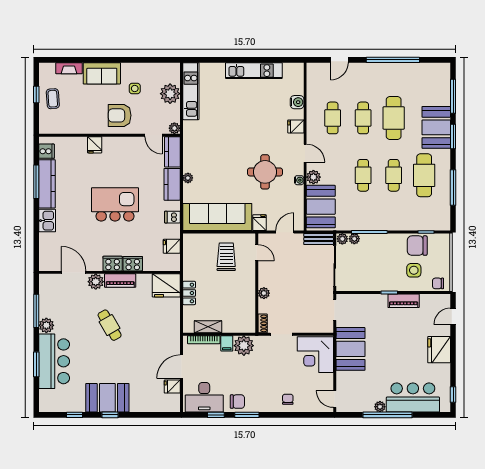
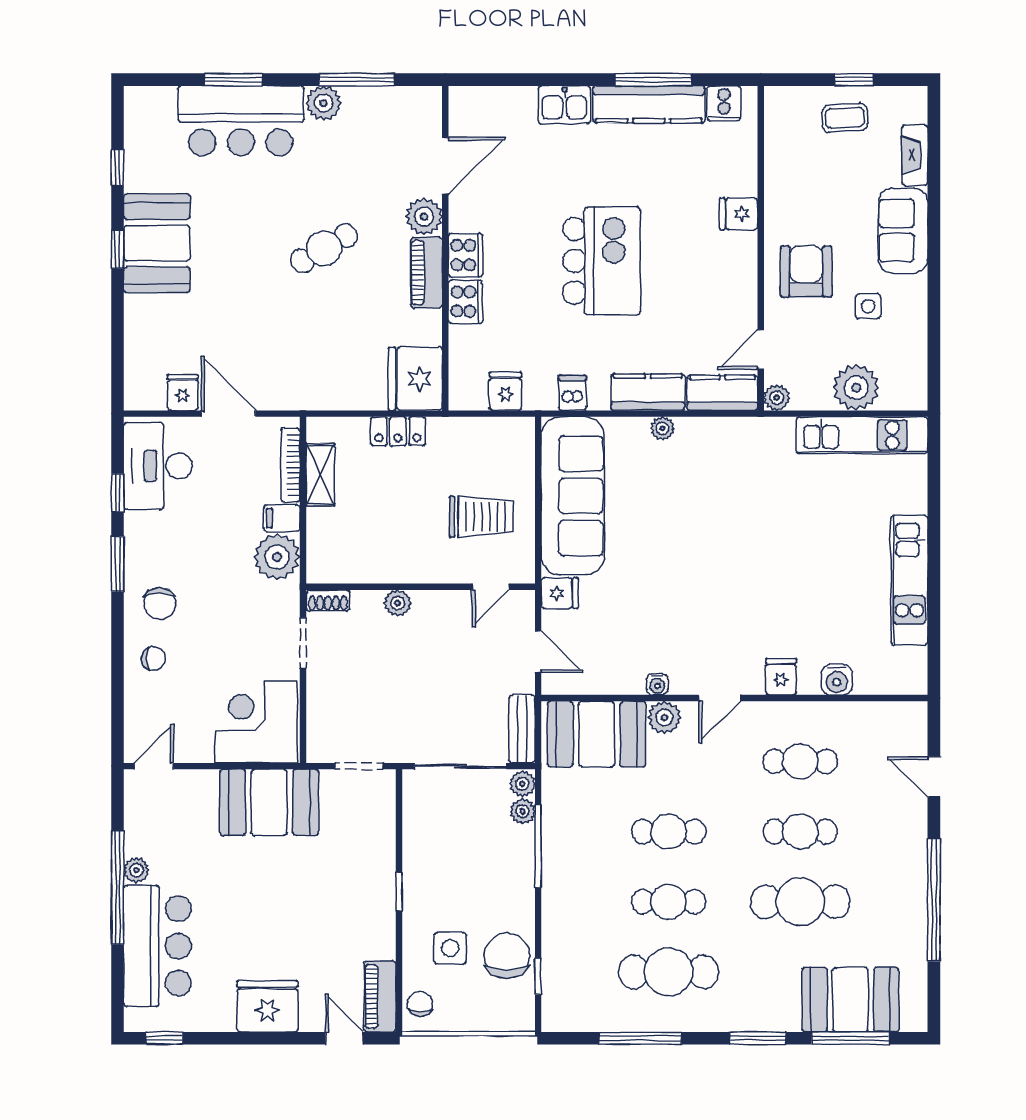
booth: (436, 127) -> (850, 1000), moved
round table: (265, 172) -> (676, 606), removed
piano: (404, 301) -> (380, 996), moved
chair: (237, 402) -> (160, 603), moved

